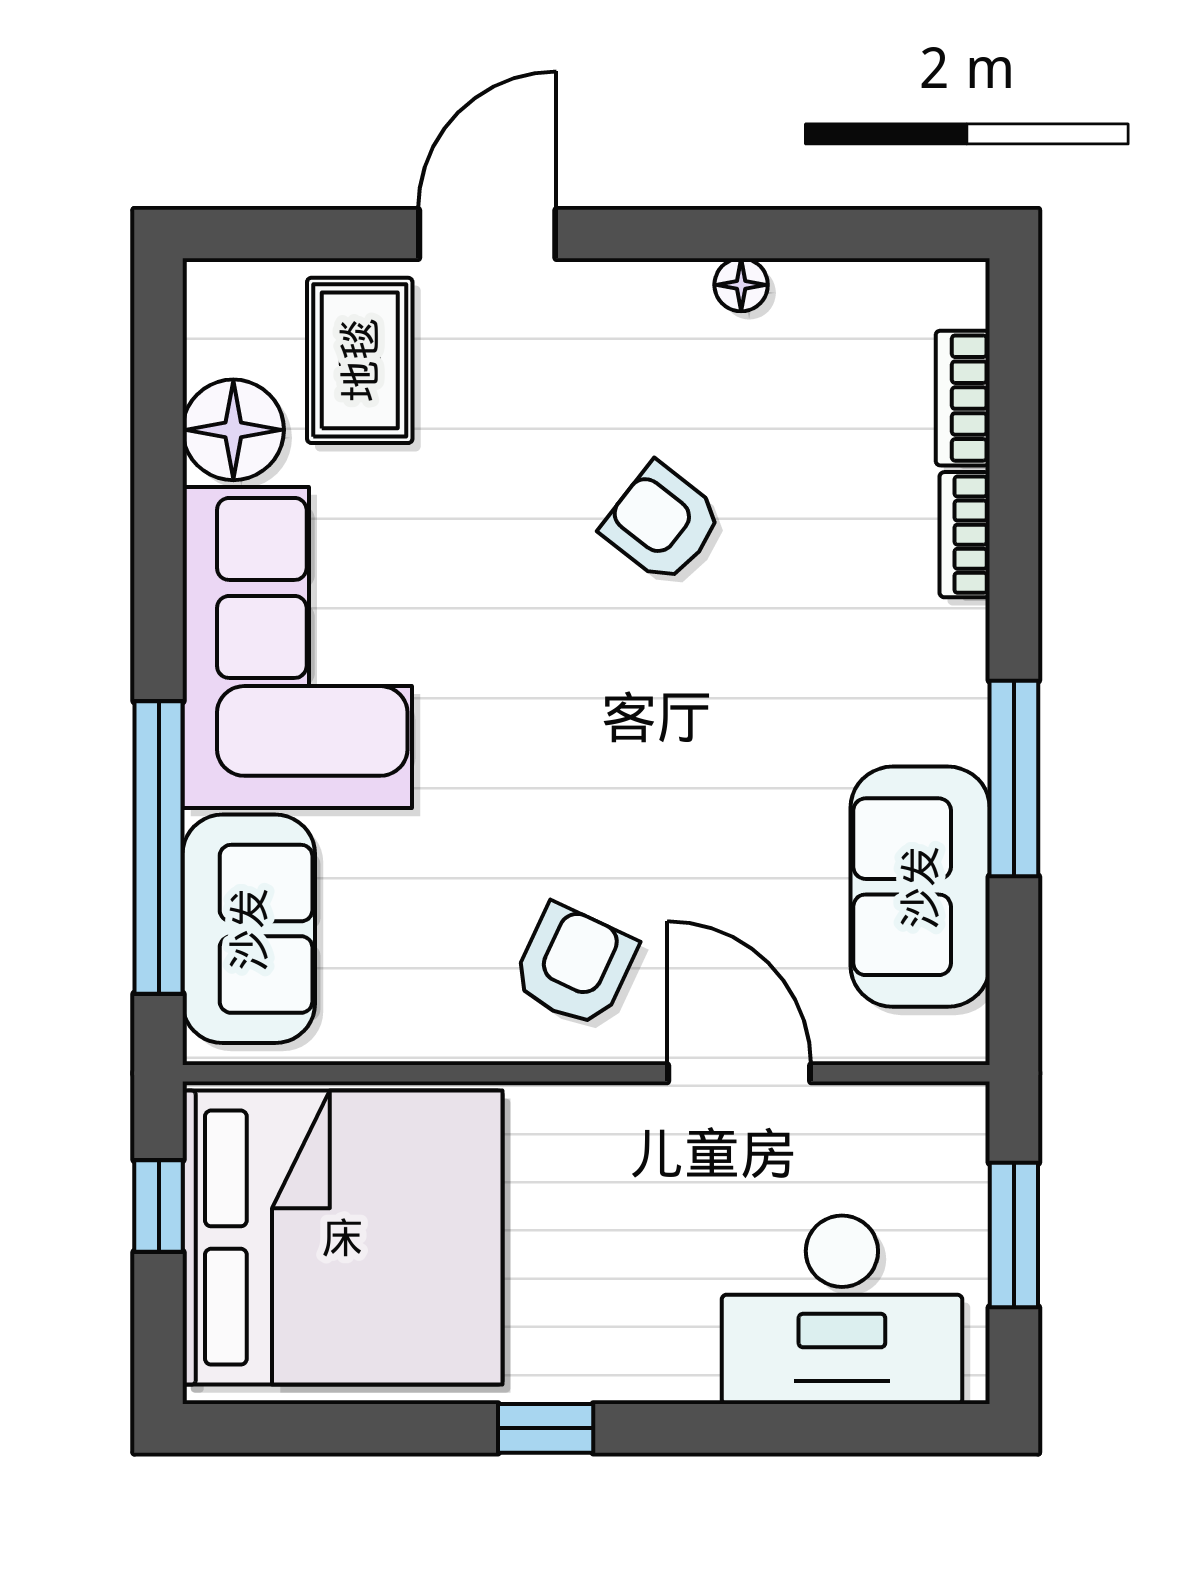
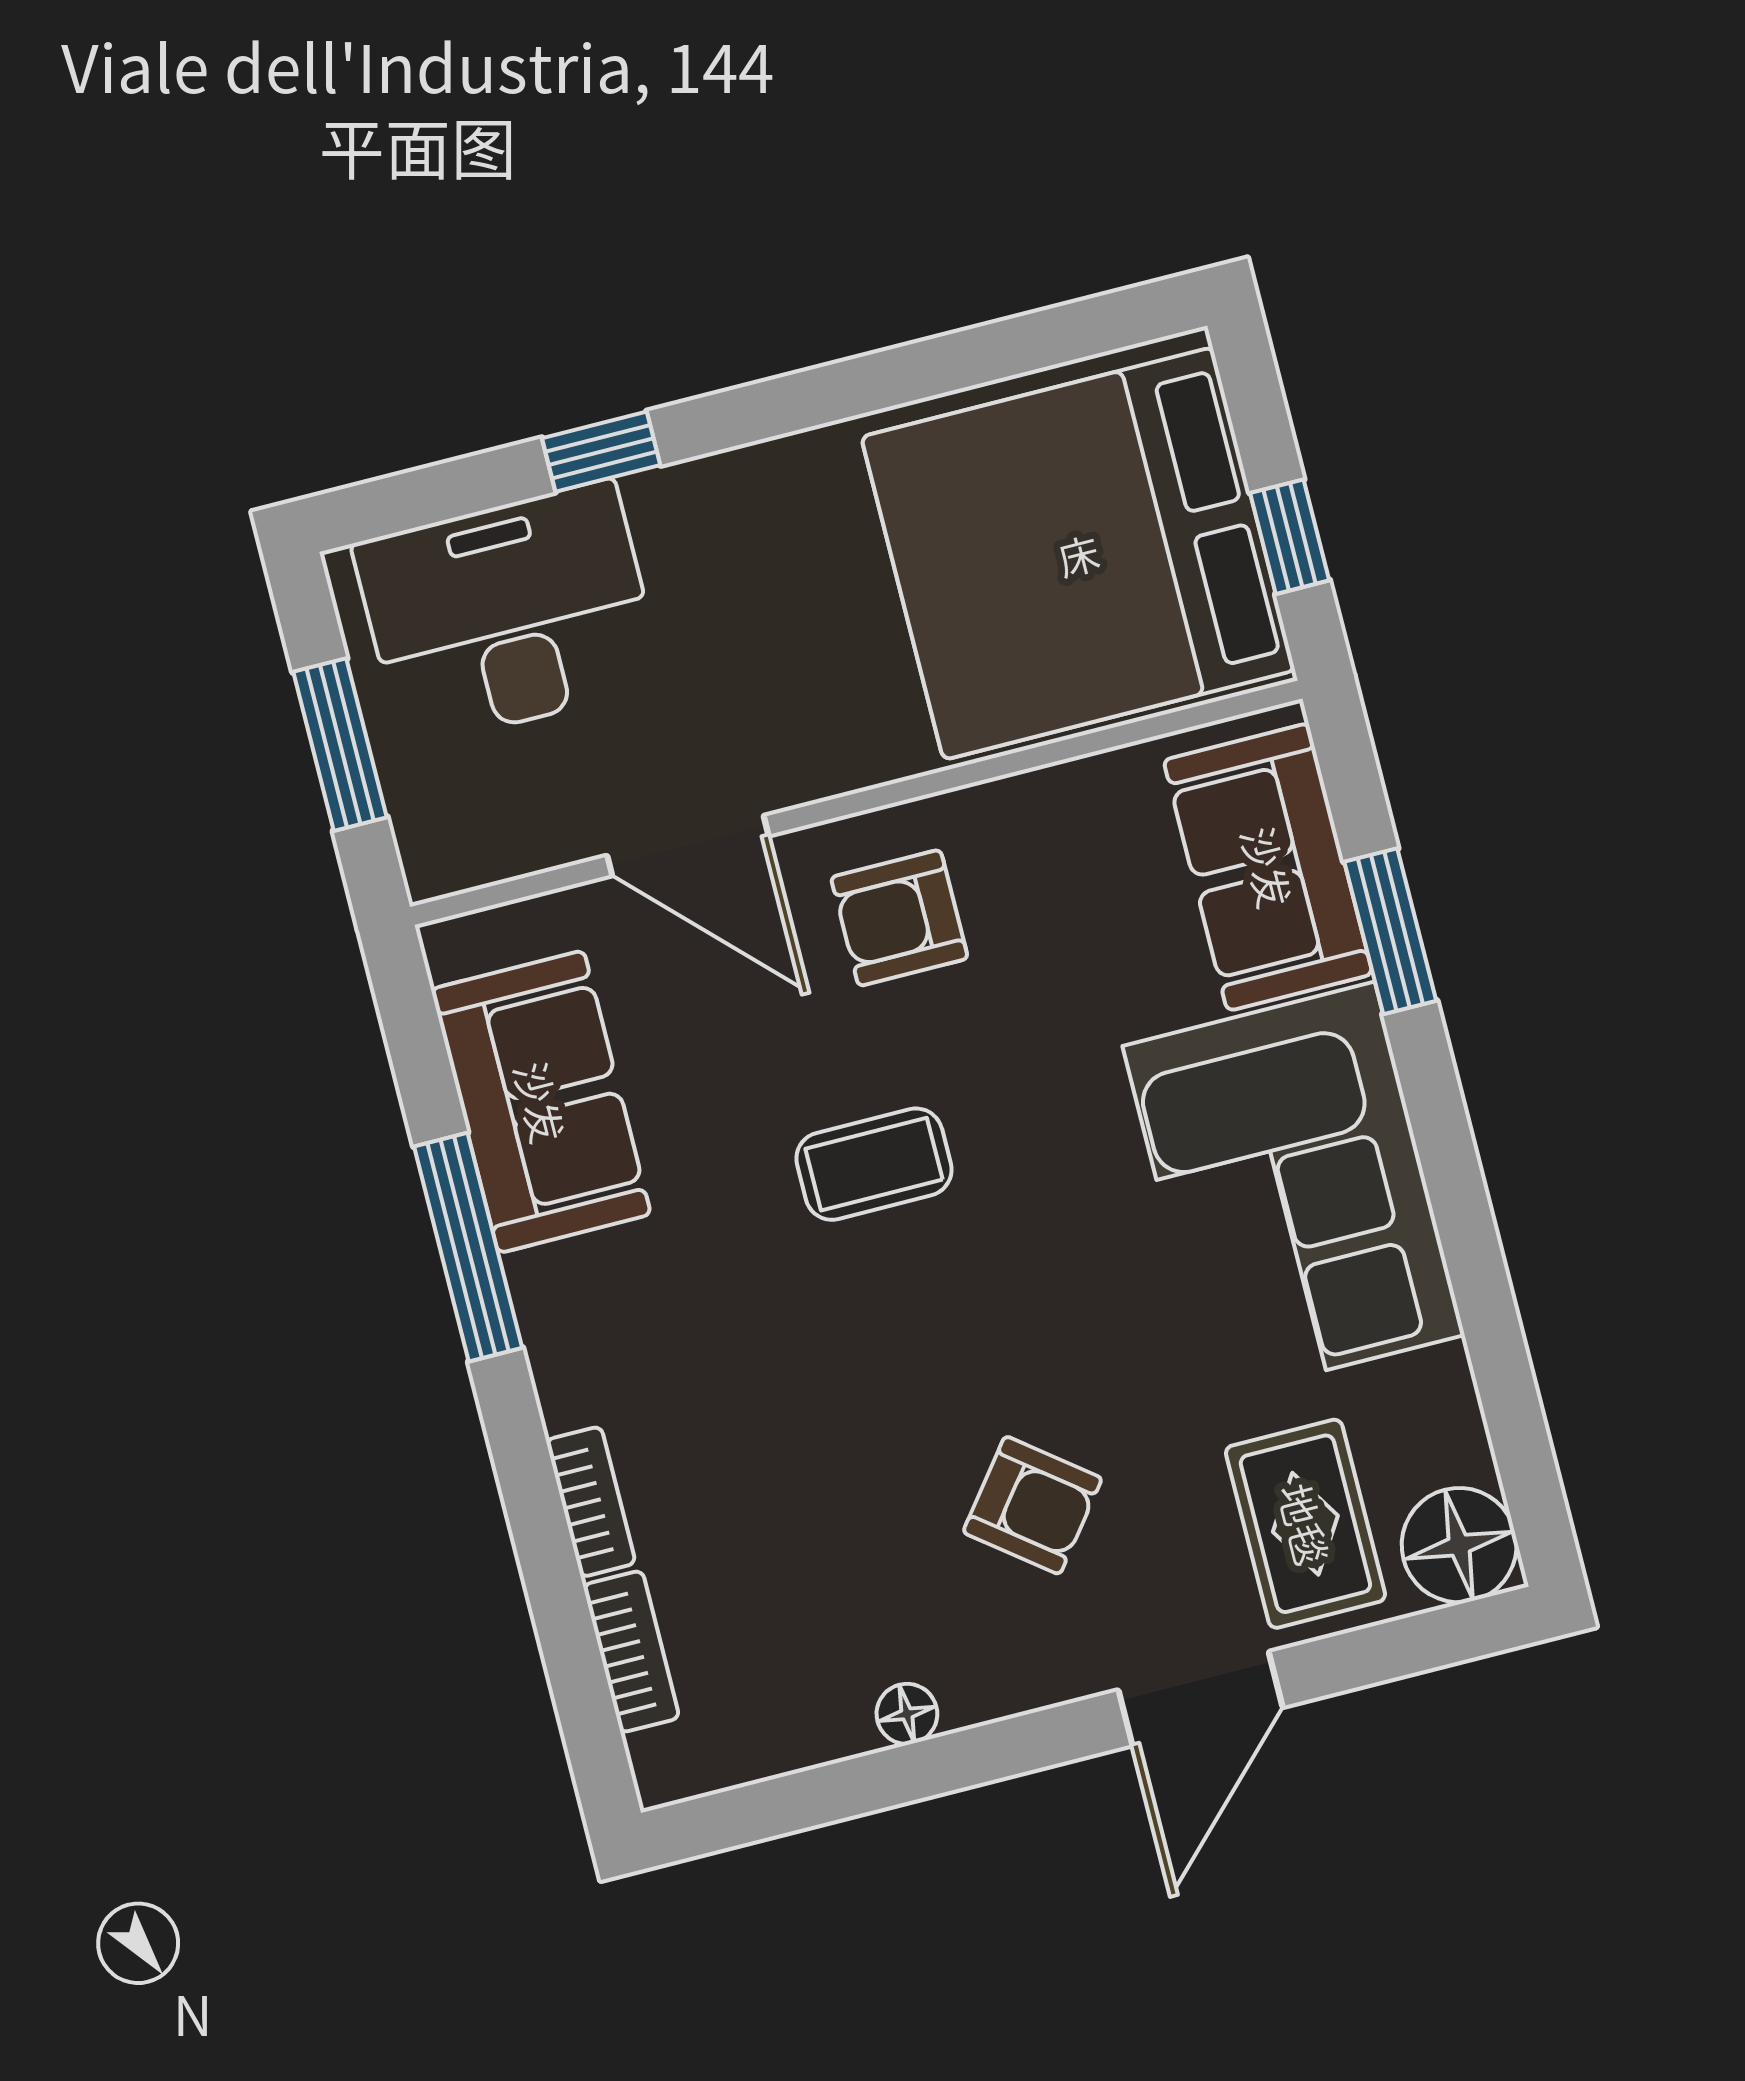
floor lamp: (233, 430) -> (1459, 1545), moved
armchair: (662, 523) -> (1032, 1505), moved
coffee table: (650, 761) -> (874, 1164), added
window: (159, 847) -> (1390, 931), width x0.47
armchair: (574, 966) -> (899, 918), turned 65
window: (546, 1428) -> (601, 452), moved

